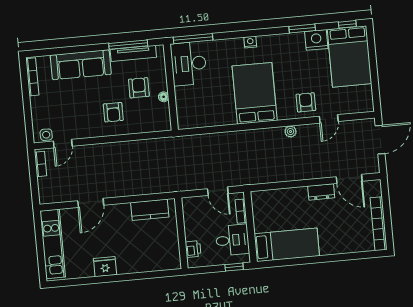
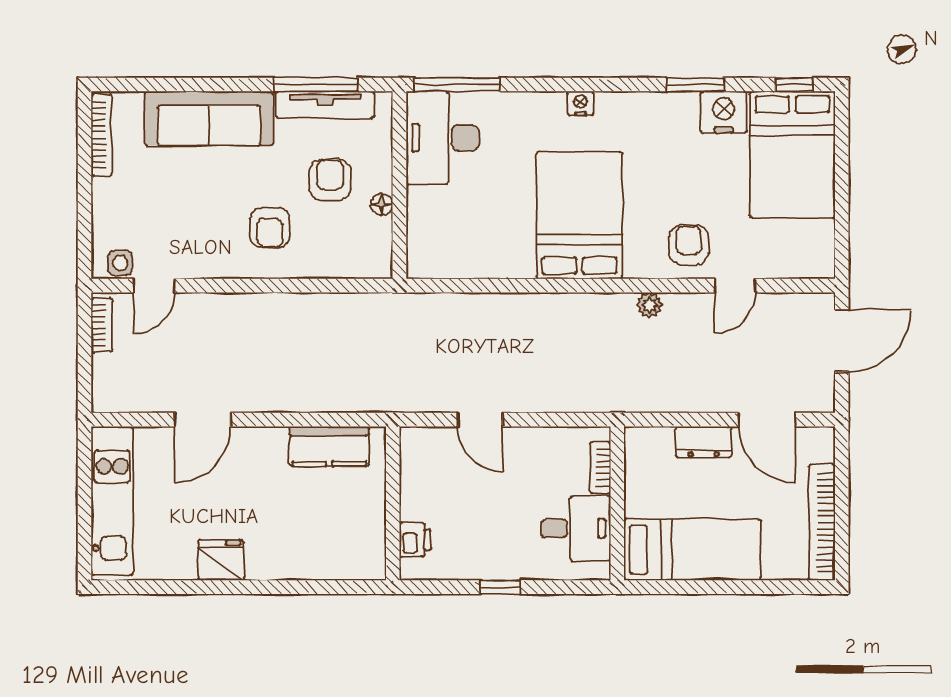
bookcase: (241, 211) -> (600, 467), moved
wall: (250, 227) -> (617, 503), moved
desk: (232, 240) -> (576, 528), moved
bed: (287, 245) -> (692, 550), moved

